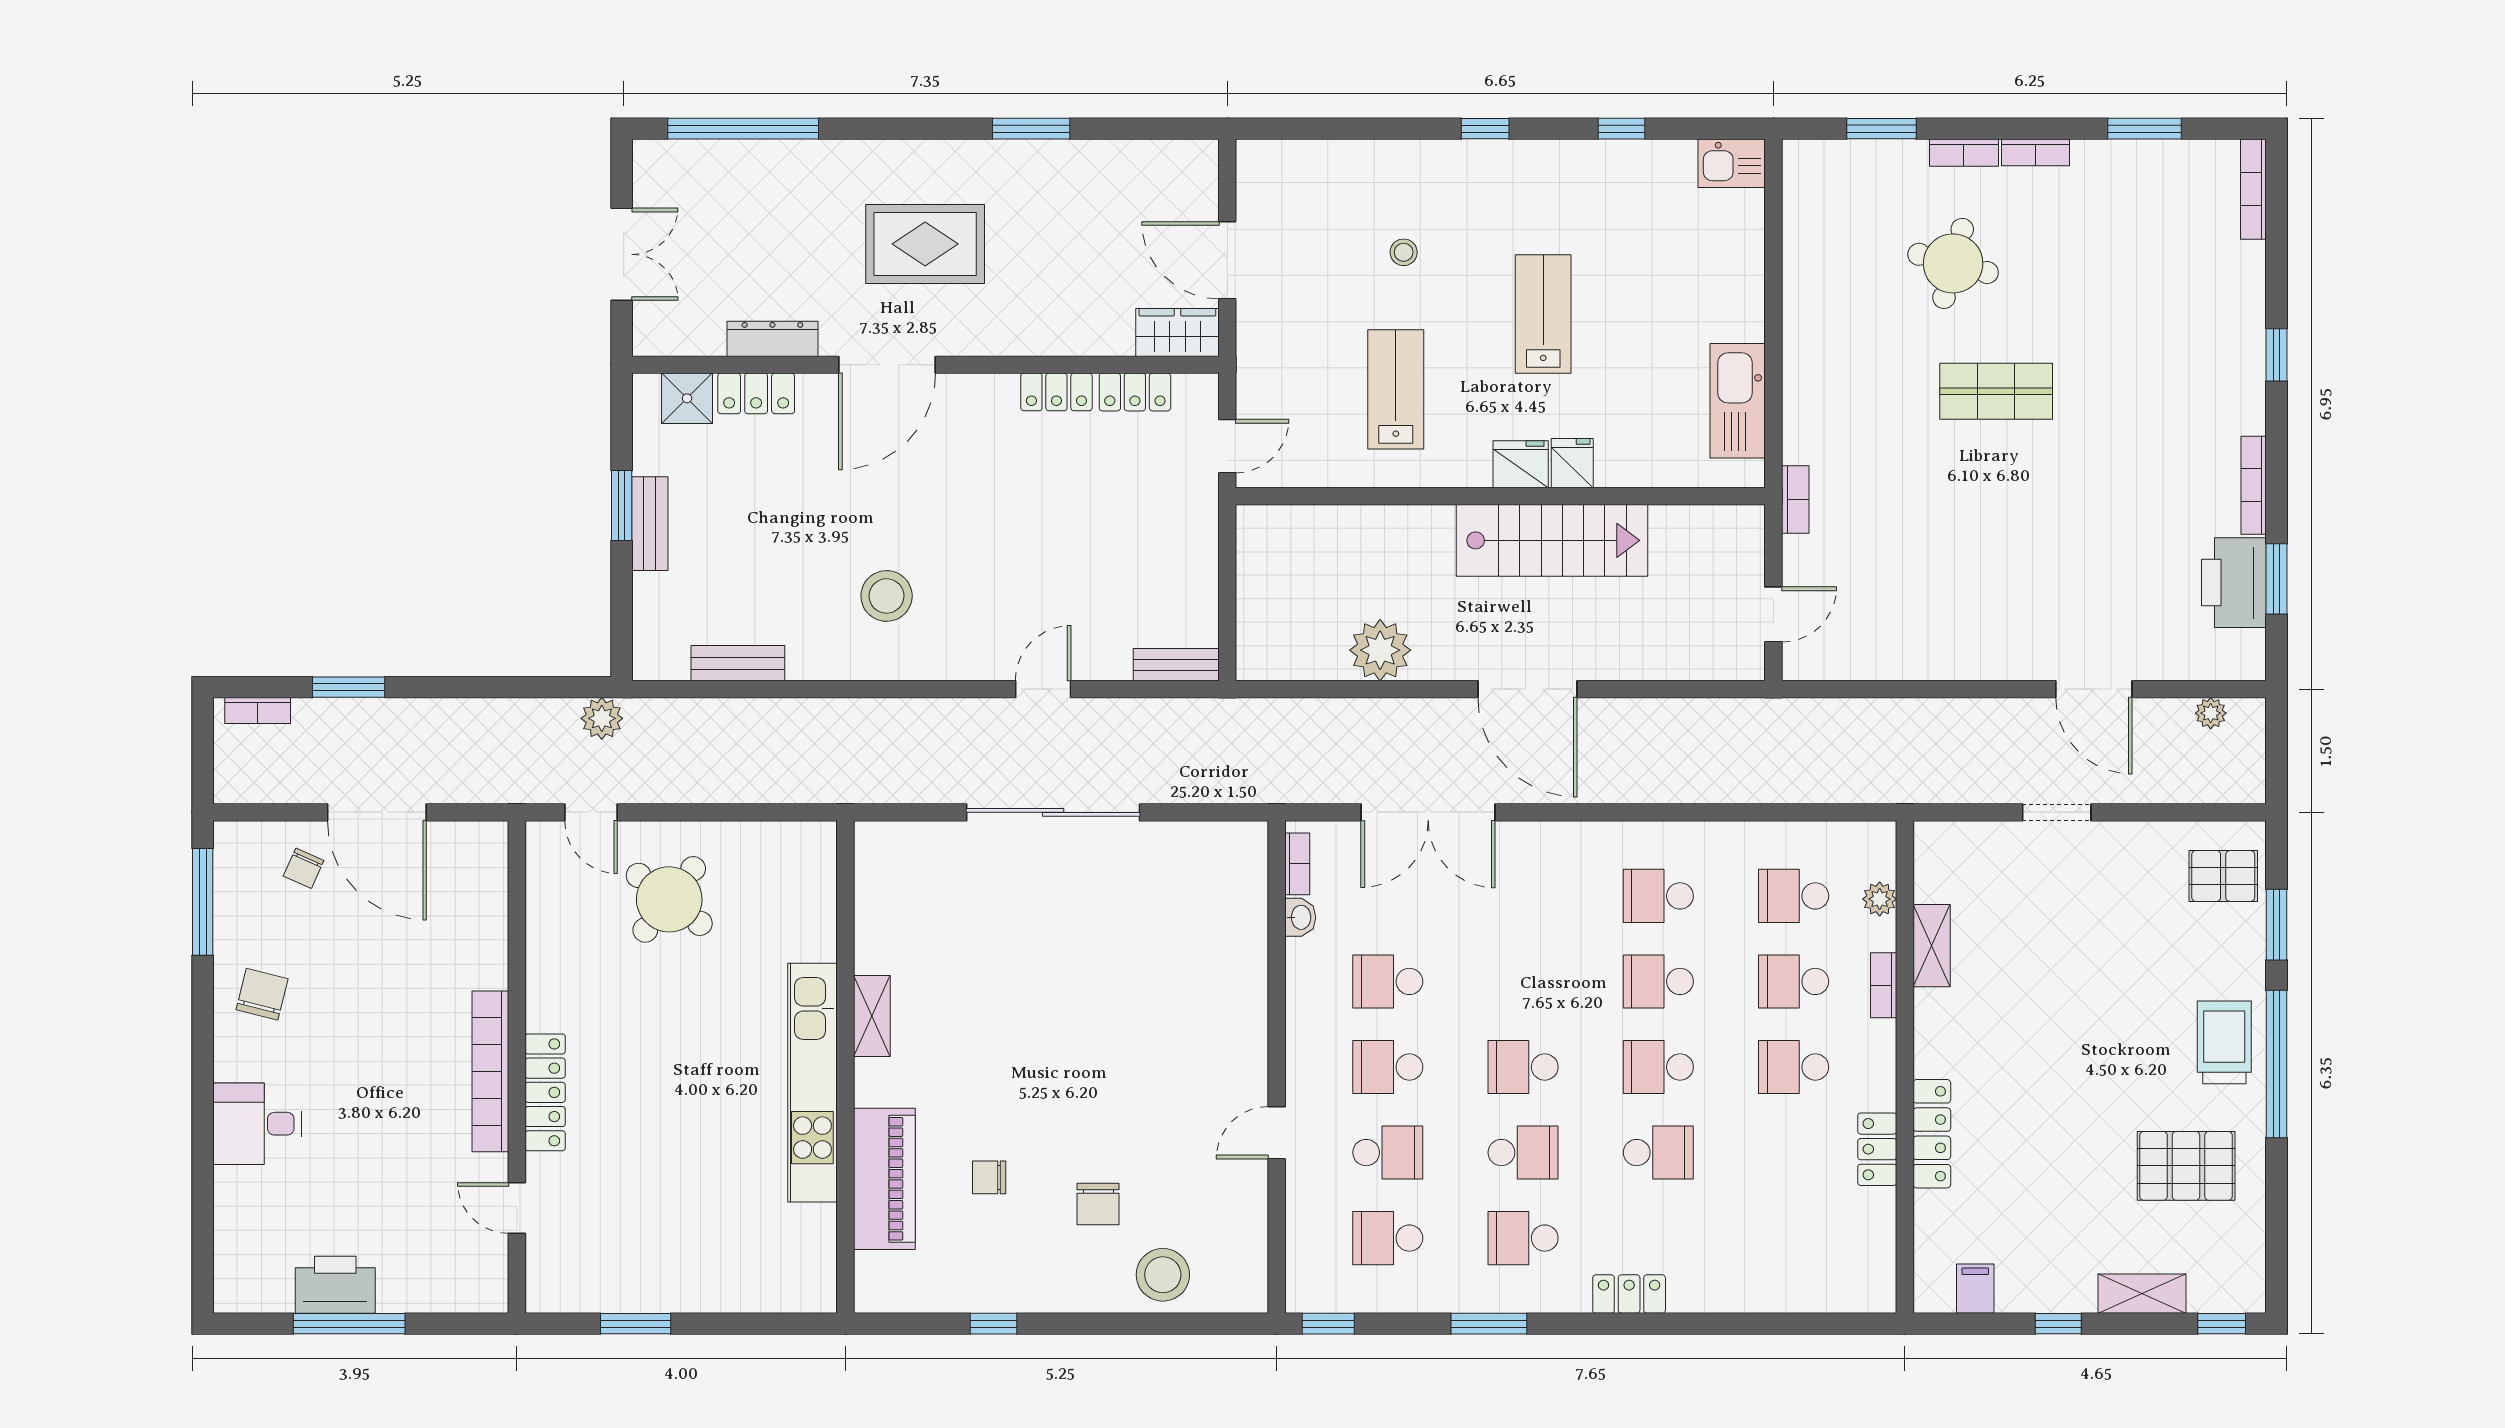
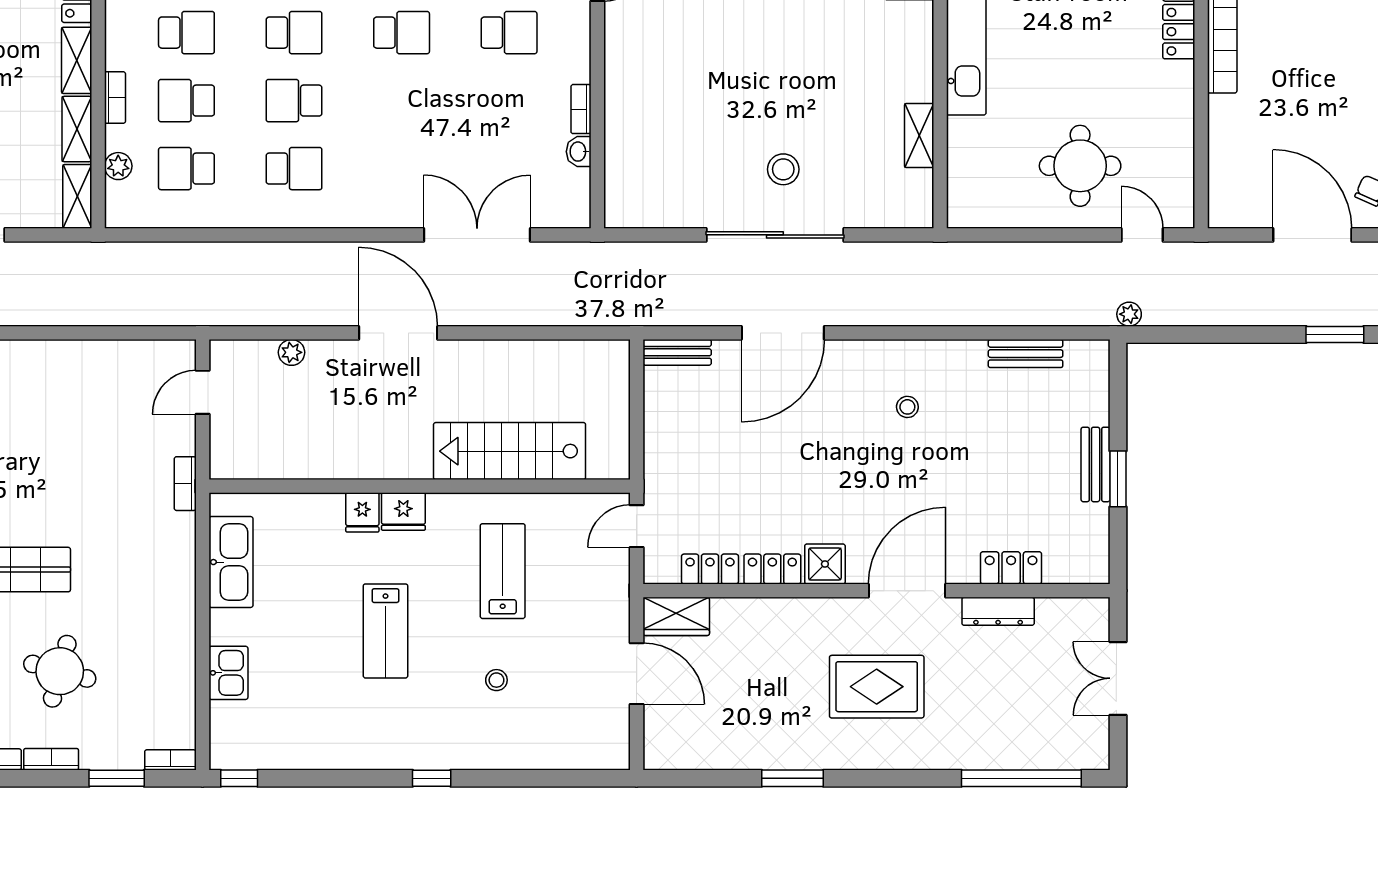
window: (1622, 129) -> (239, 778), moved
bookcase: (1814, 152) -> (170, 760), added
kitchen sink: (1732, 163) -> (228, 673), moved, turned 90
lab bench: (1396, 389) -> (503, 571), turned 180
shower: (687, 398) -> (825, 564), moved
stairs: (1552, 540) -> (510, 451), moved
stool: (887, 596) -> (907, 407), width x0.53, depth x0.53
plant: (1380, 650) -> (291, 352), moved, width x0.53, depth x0.53
door: (1043, 689) -> (783, 333), width x1.88
plant: (602, 718) -> (1129, 314), width x0.73, depth x0.73
shelving: (1931, 861) -> (77, 196), added
bookcase: (1297, 864) -> (581, 109), moved
stool: (1043, 895) -> (783, 169), added
school desk: (1794, 896) -> (186, 169), turned 180
round table: (669, 899) -> (1080, 166), turned -38
school desk: (1388, 981) -> (509, 101), removed
school desk: (1658, 981) -> (294, 101), turned 180
school desk: (1794, 981) -> (186, 101), turned 180
shelving: (872, 1016) -> (919, 136), moved
shelving: (1932, 1032) -> (77, 60), added

